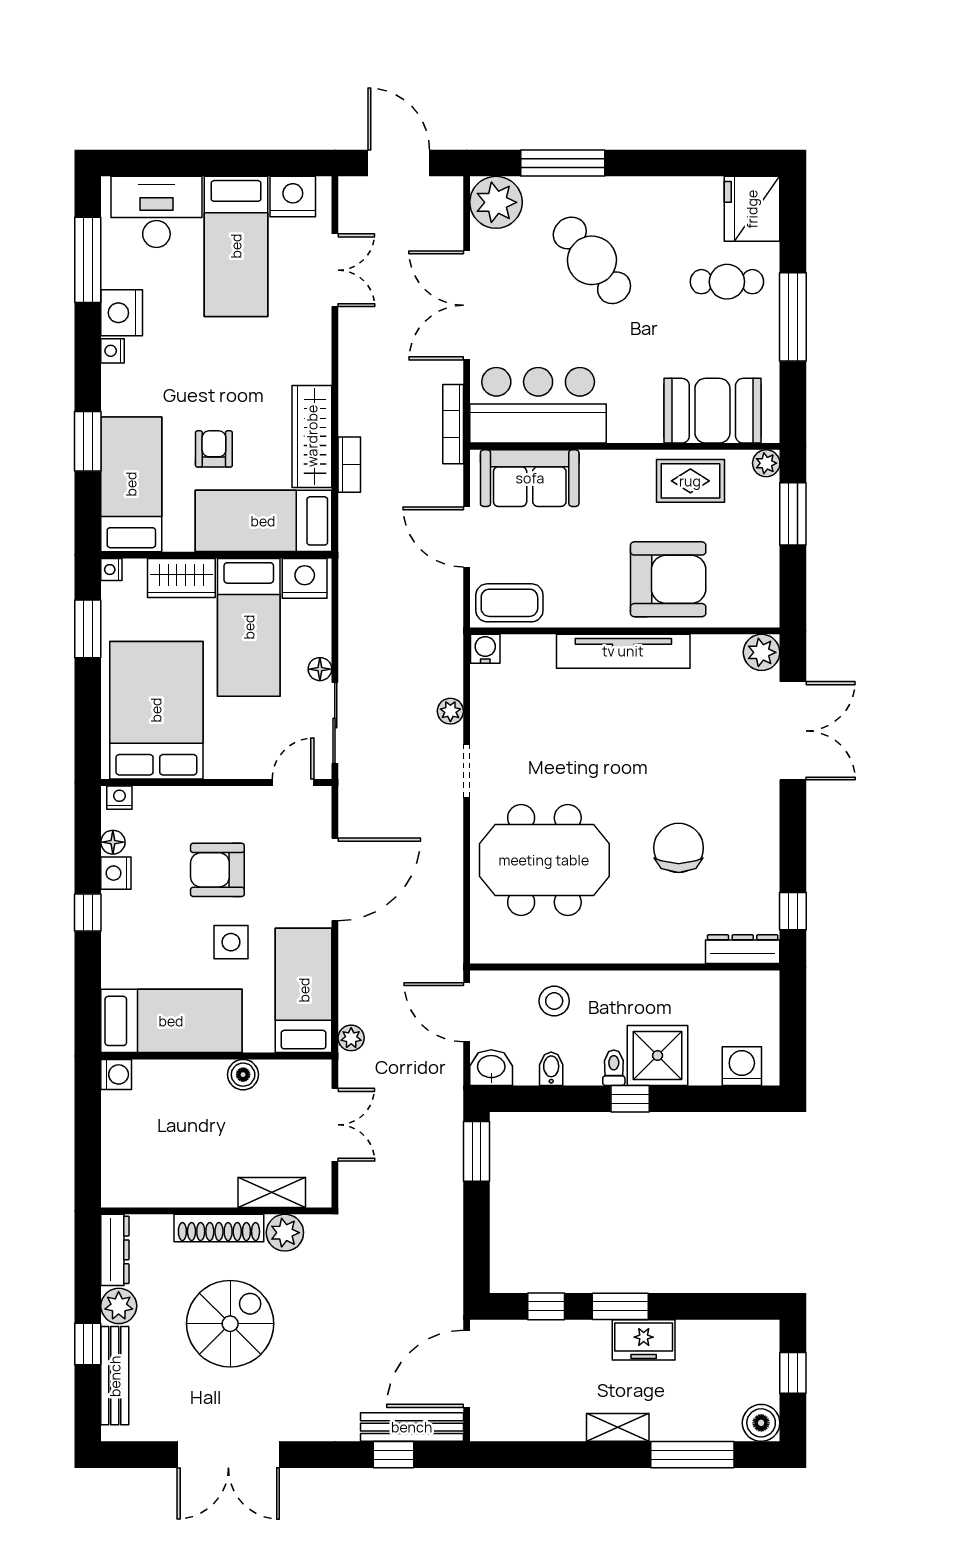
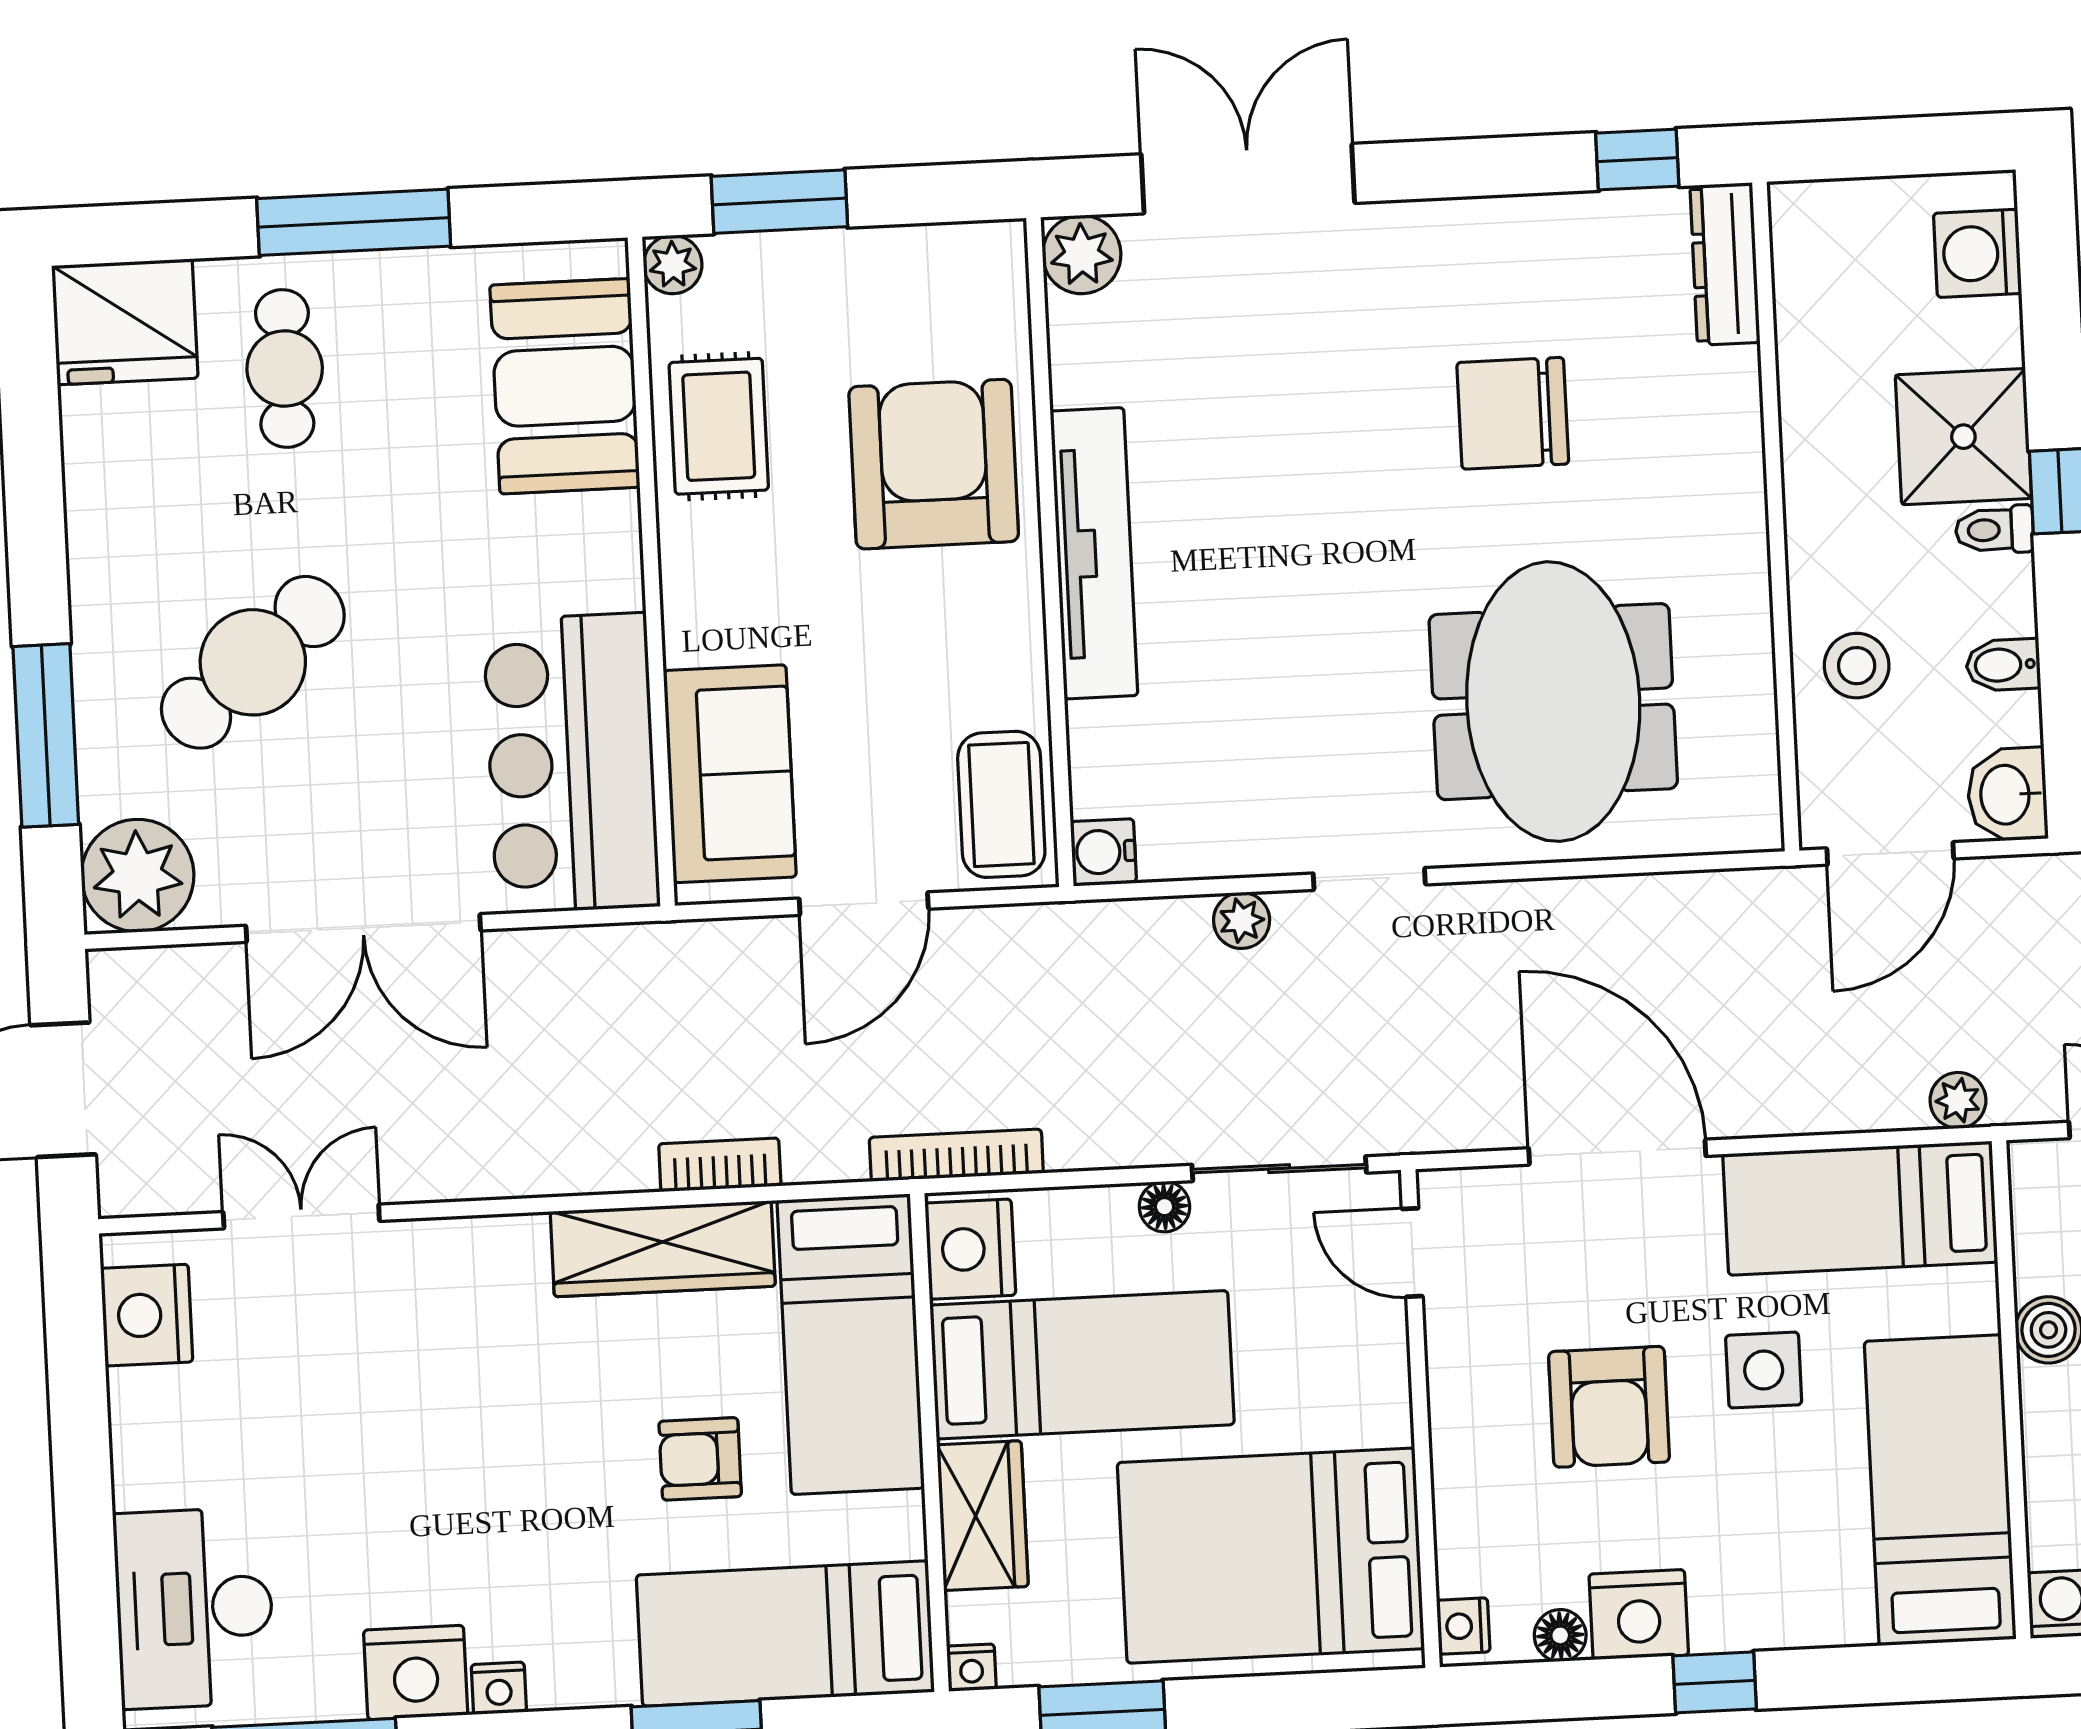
bed: (236, 246) -> (260, 1433), removed
bookcase: (453, 424) -> (956, 1155), moved, turned 180
nightstand: (116, 873) -> (1639, 1615), width x1.36, depth x1.33

